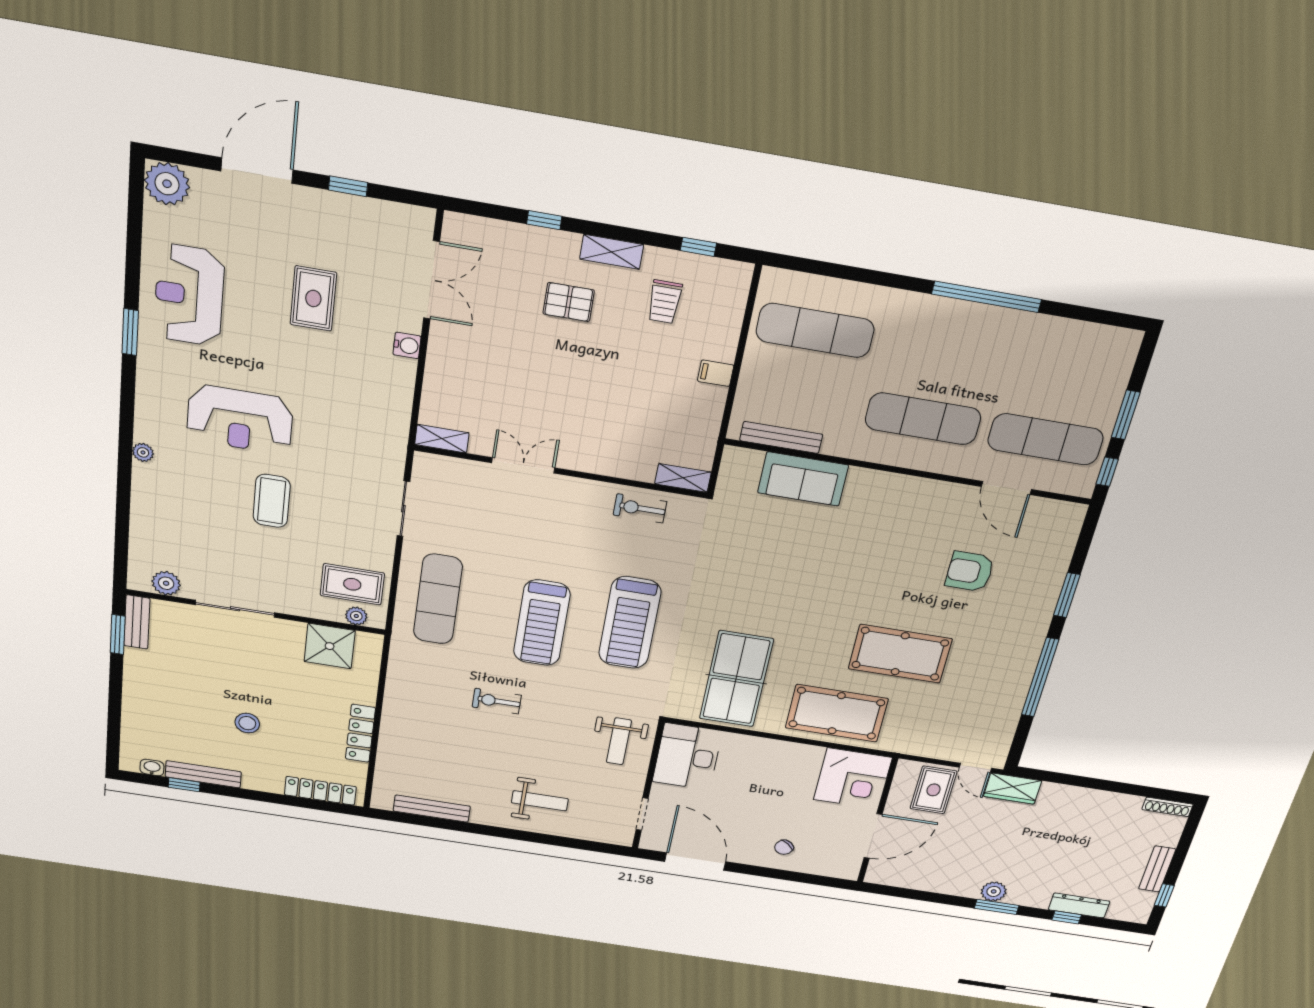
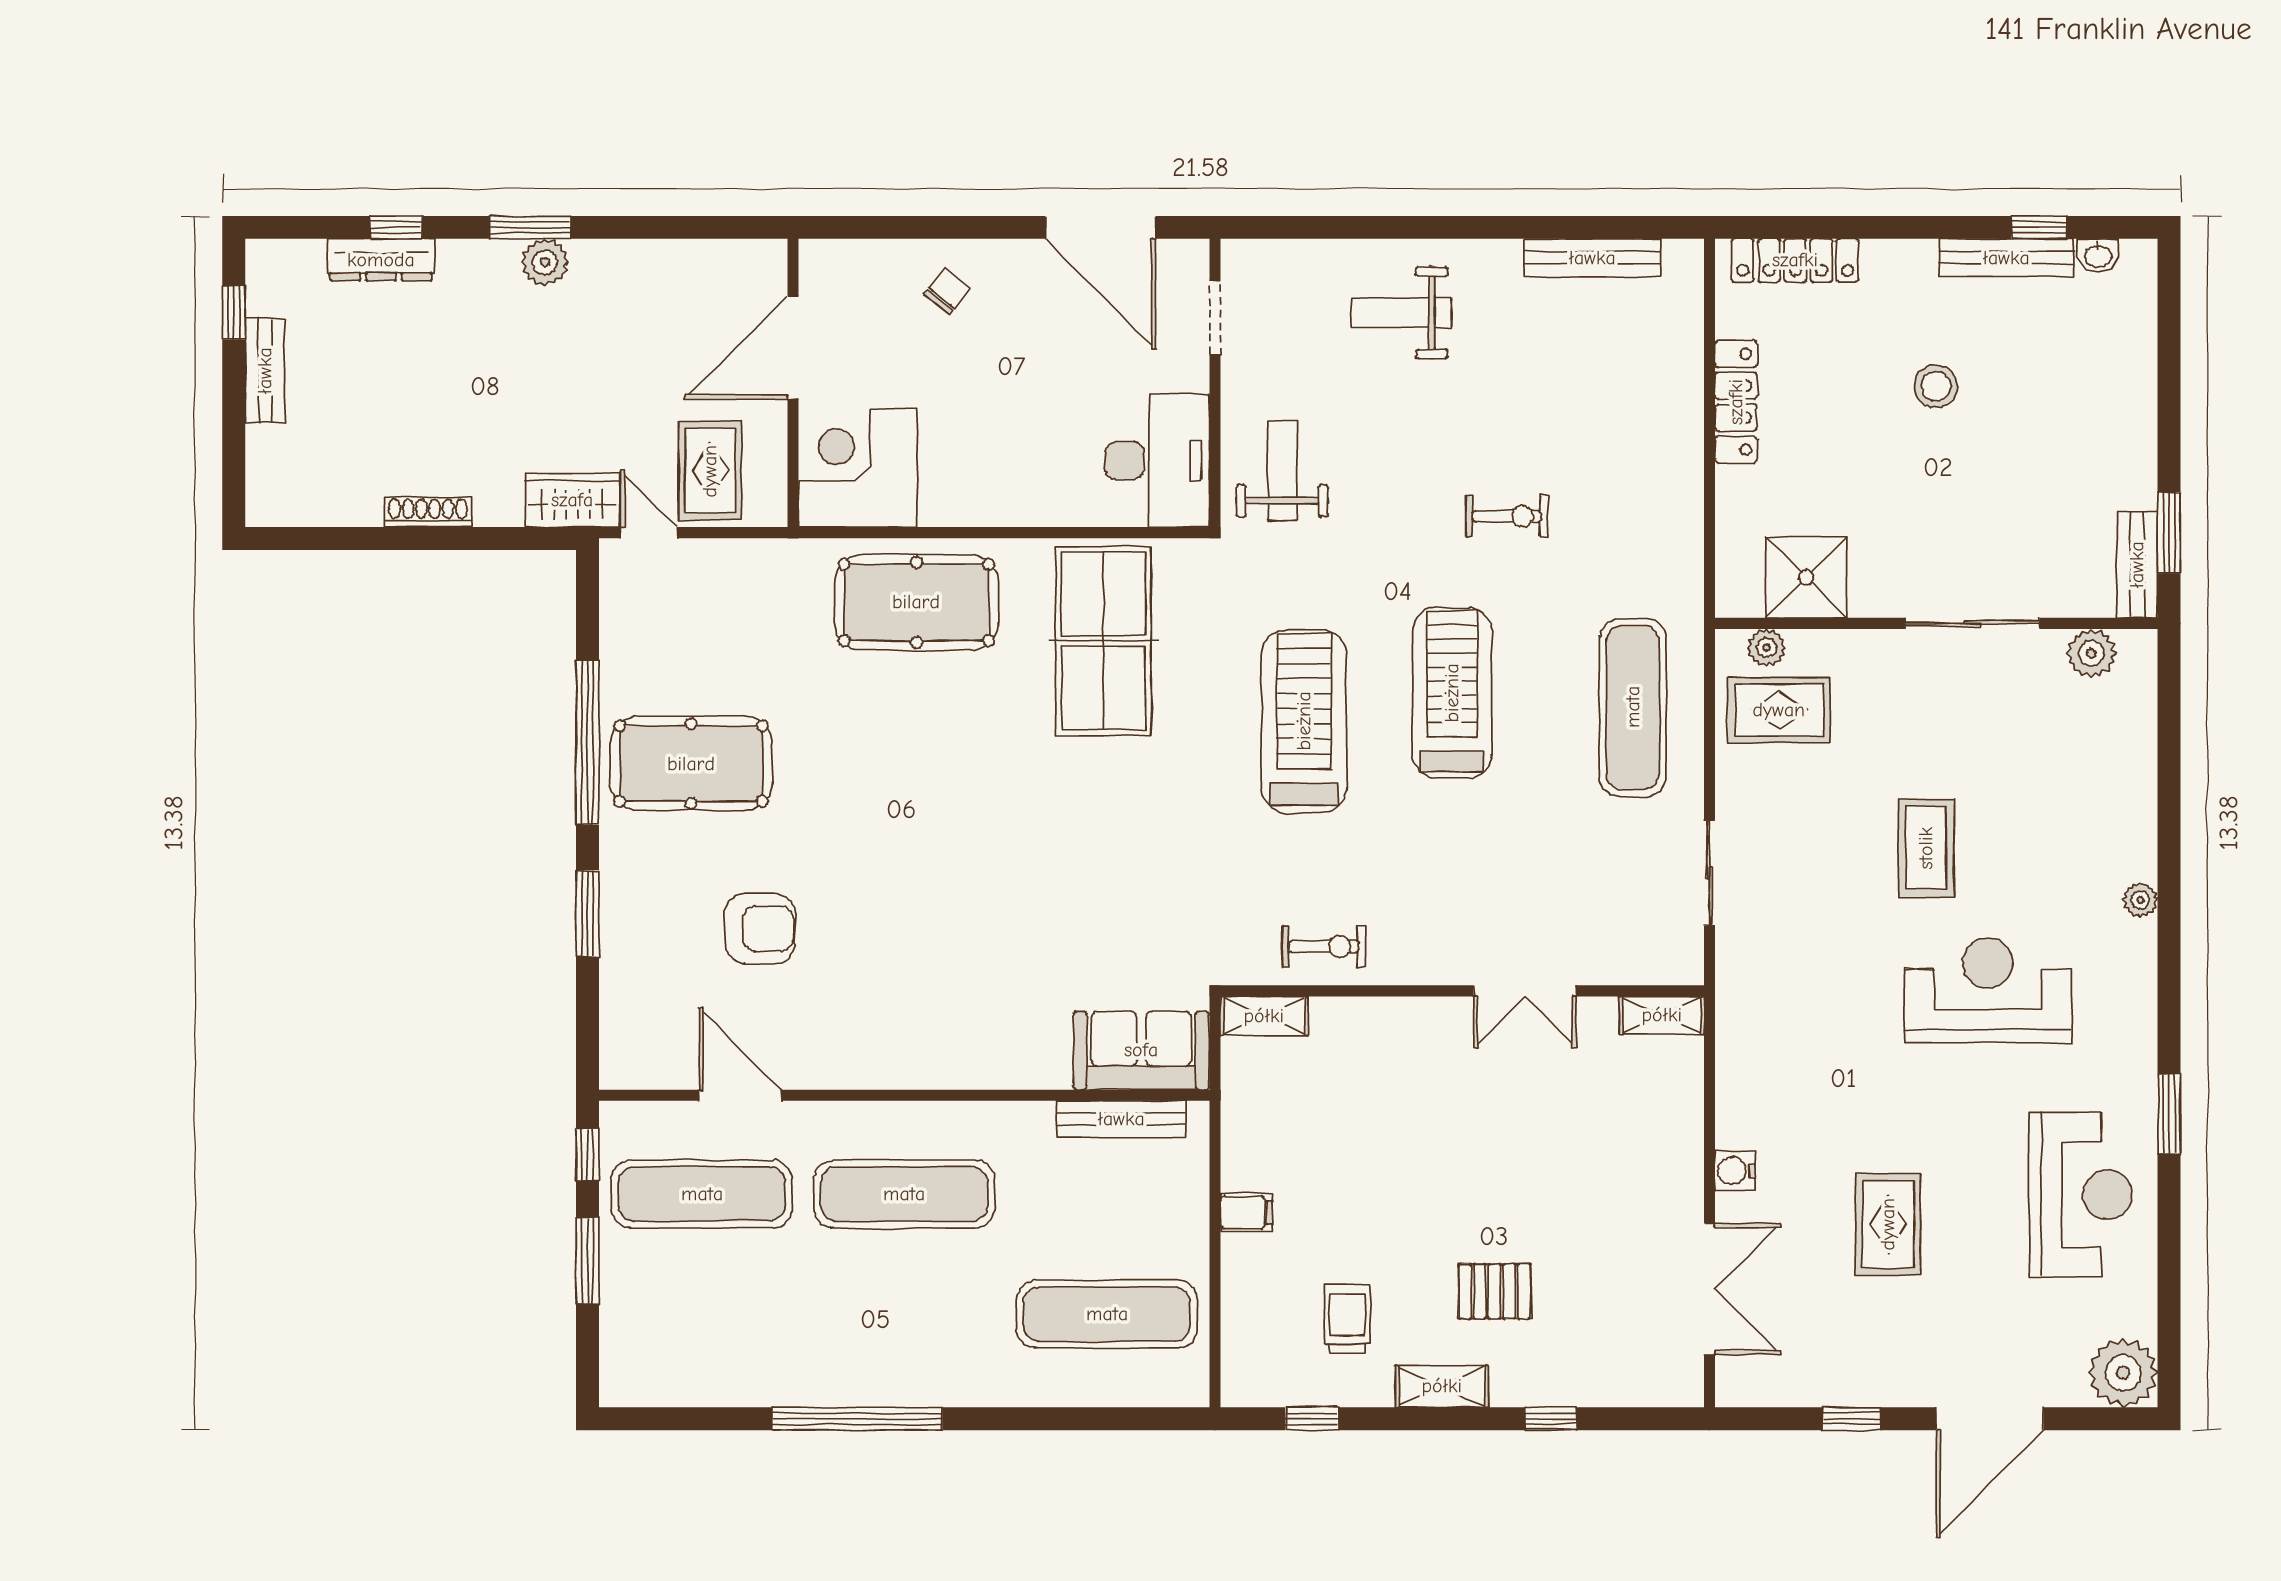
double door: (432, 280) -> (1709, 1289), swing flipped
sofa: (803, 479) -> (1141, 1050), moved
pool table: (900, 654) -> (691, 764), moved
shoe rack: (1167, 807) -> (428, 512), moved

